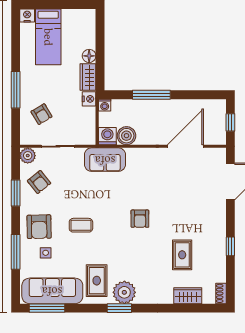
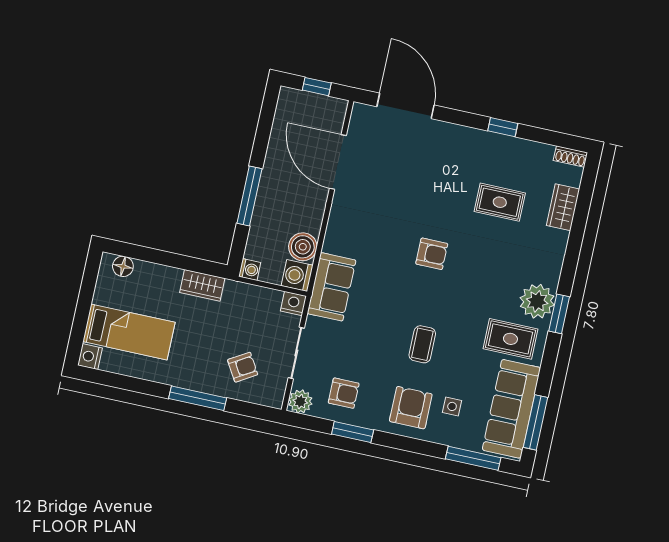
floor lamp: (89, 56) -> (123, 266), moved
nightstand: (89, 99) -> (293, 304), moved
armchair: (39, 182) -> (344, 393), turned 39
armchair: (39, 227) -> (411, 408), turned -89
window: (16, 252) -> (473, 458), moved

